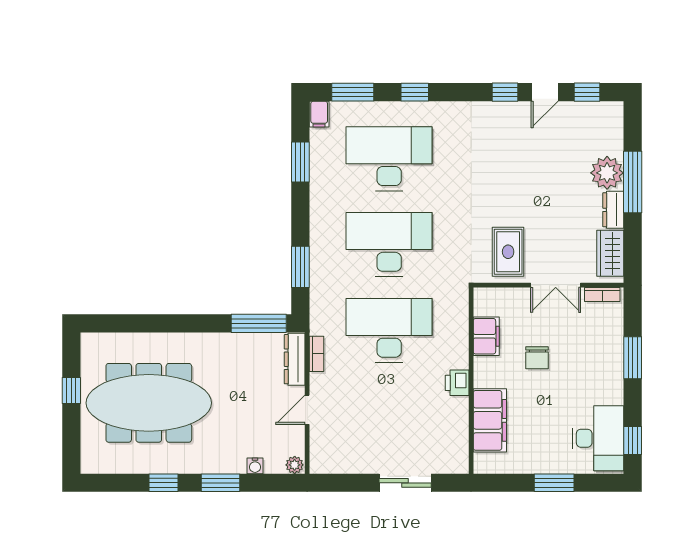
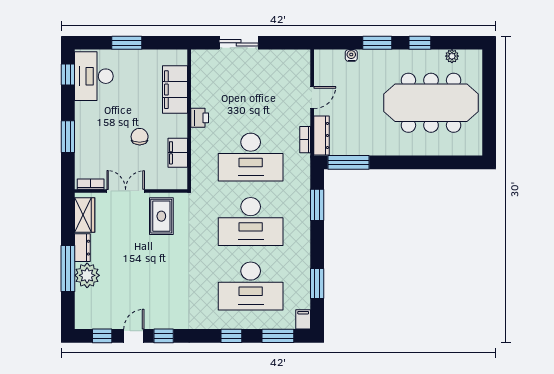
window: (71, 390) -> (489, 112), removed
plant: (295, 465) -> (452, 56), moved

